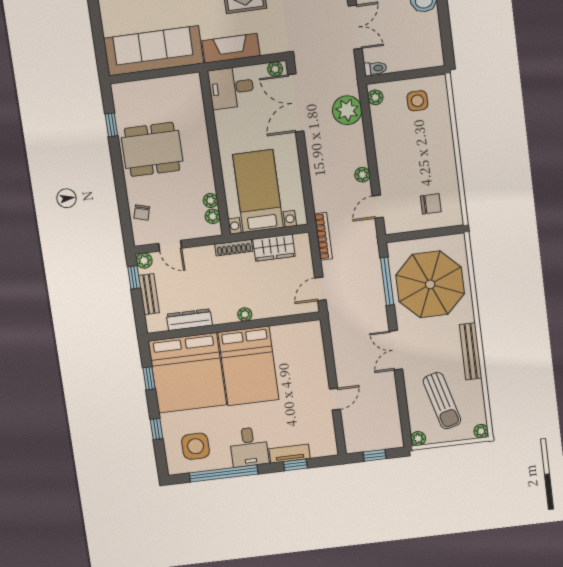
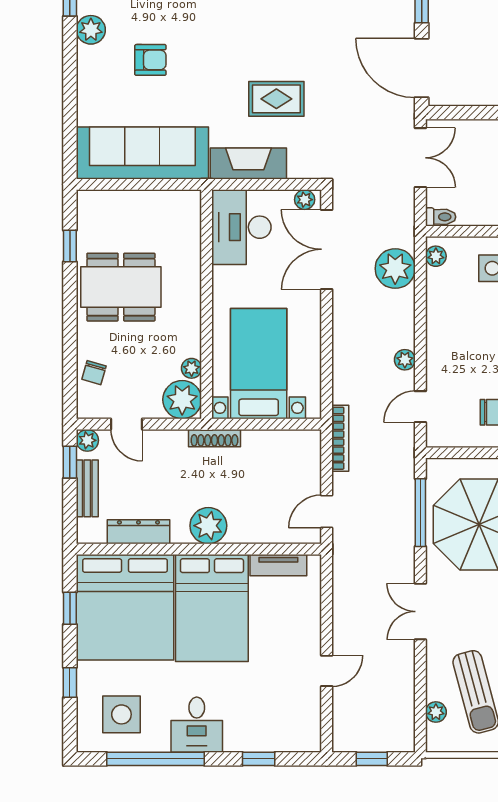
desk: (231, 88) -> (241, 227), width x1.37
plant: (213, 216) -> (182, 400), width x1.88, depth x1.88
wardrobe: (274, 248) -> (270, 445), removed
plant: (245, 314) -> (208, 526), width x1.87, depth x1.87
plant: (418, 439) -> (436, 712), moved
tv unit: (290, 454) -> (278, 565), moved, turned 180

